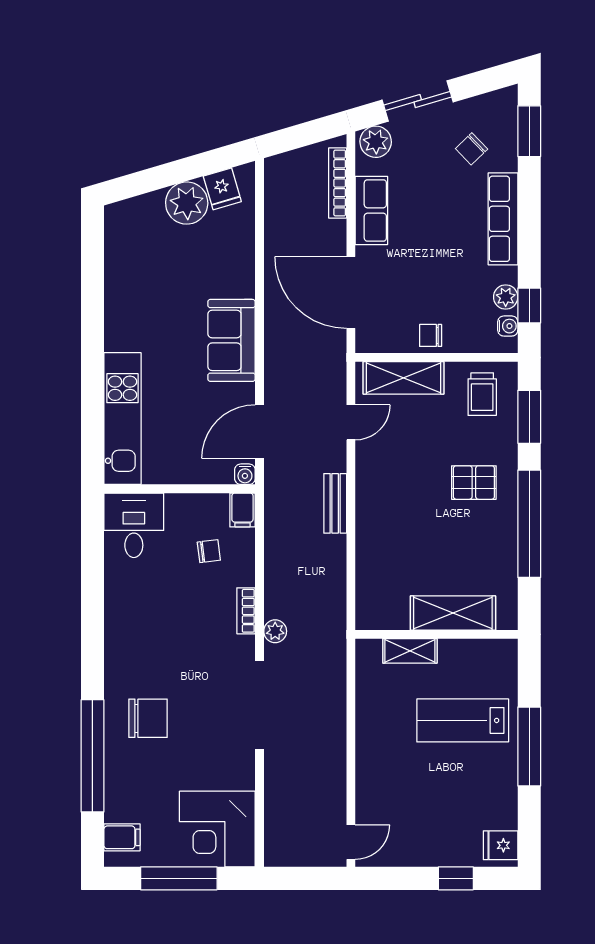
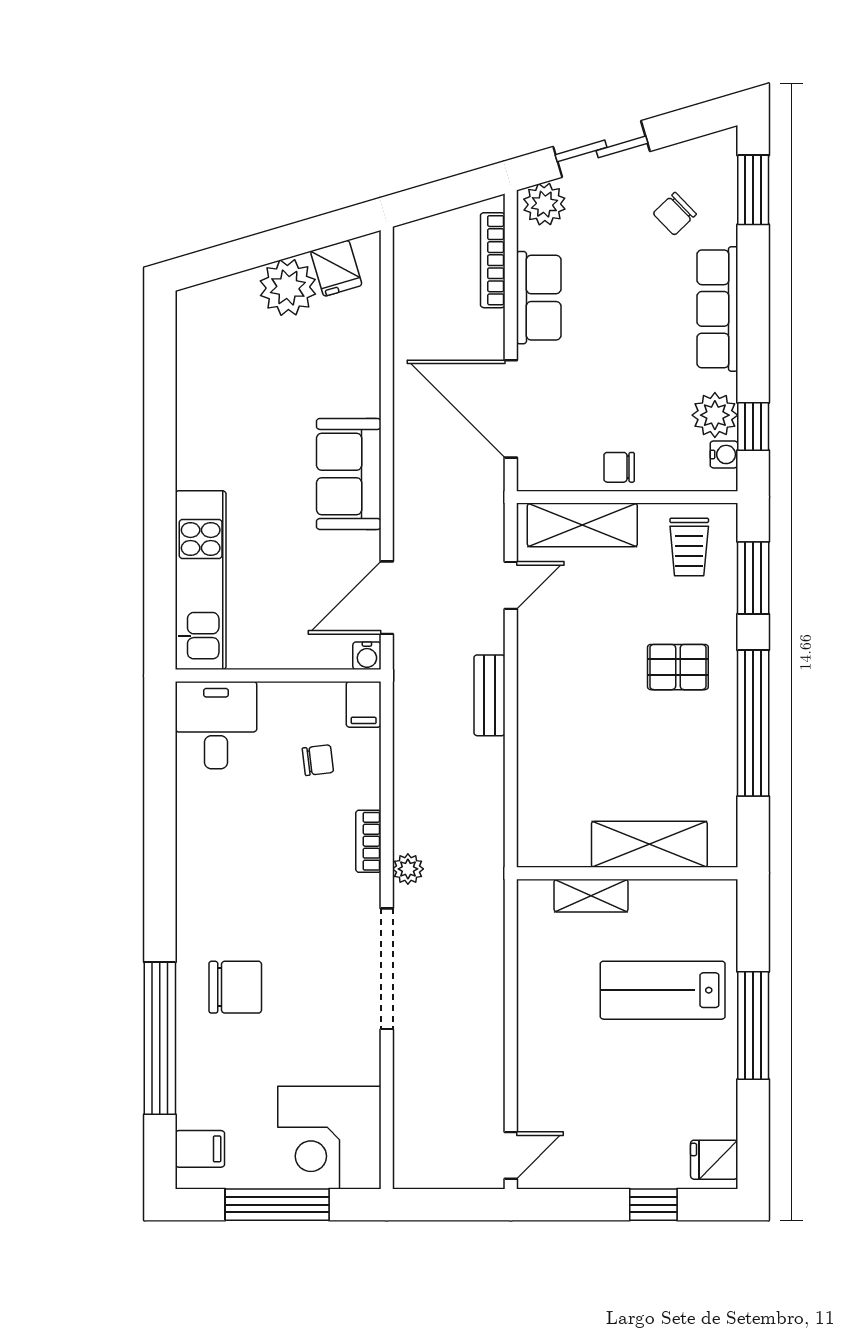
plant: (506, 297) -> (715, 415), width x1.38, depth x1.38

